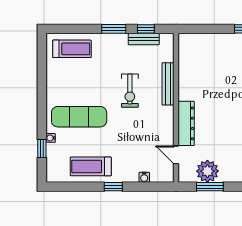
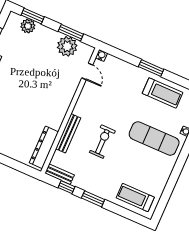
bench: (144, 39) -> (60, 174), moved
dresser: (186, 123) -> (44, 147), moved
water cooler: (144, 177) -> (101, 55), moved
window: (113, 187) -> (151, 68), width x1.50

